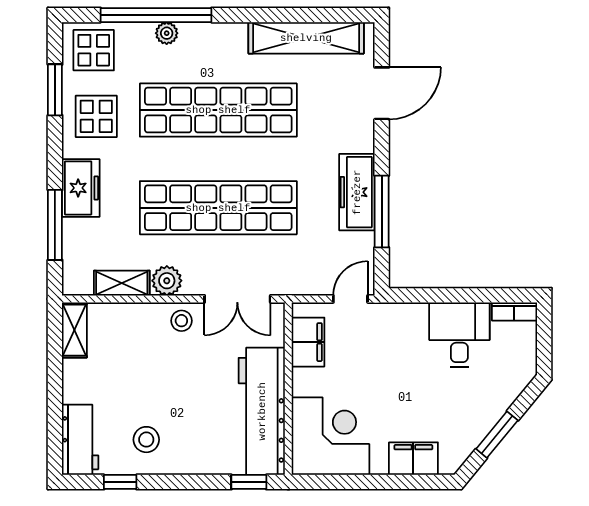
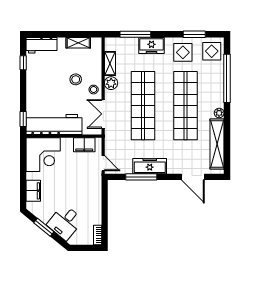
plant: (167, 33) -> (219, 113), moved
shelving: (74, 330) -> (78, 43), moved
desk: (459, 335) -> (65, 222), moved, turned 129
stool: (146, 440) -> (76, 79), moved

